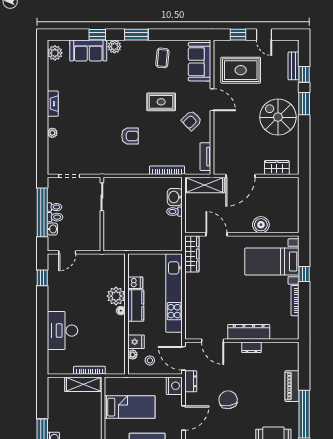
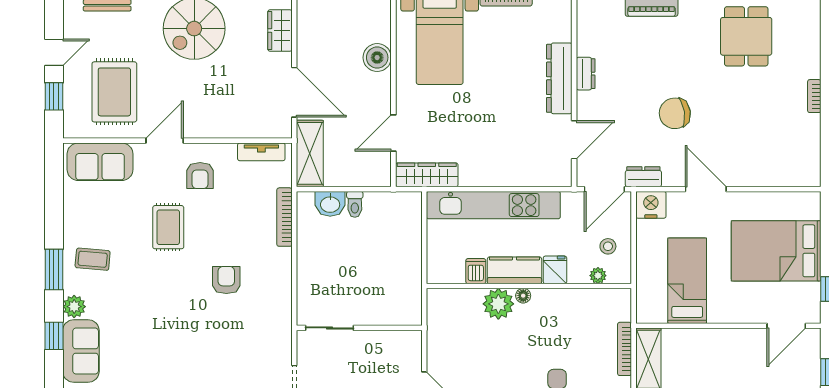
coffee table: (162, 58) -> (93, 259), moved
armchair: (191, 121) -> (200, 176), turned 44
fridge: (136, 342) -> (555, 270), moved

